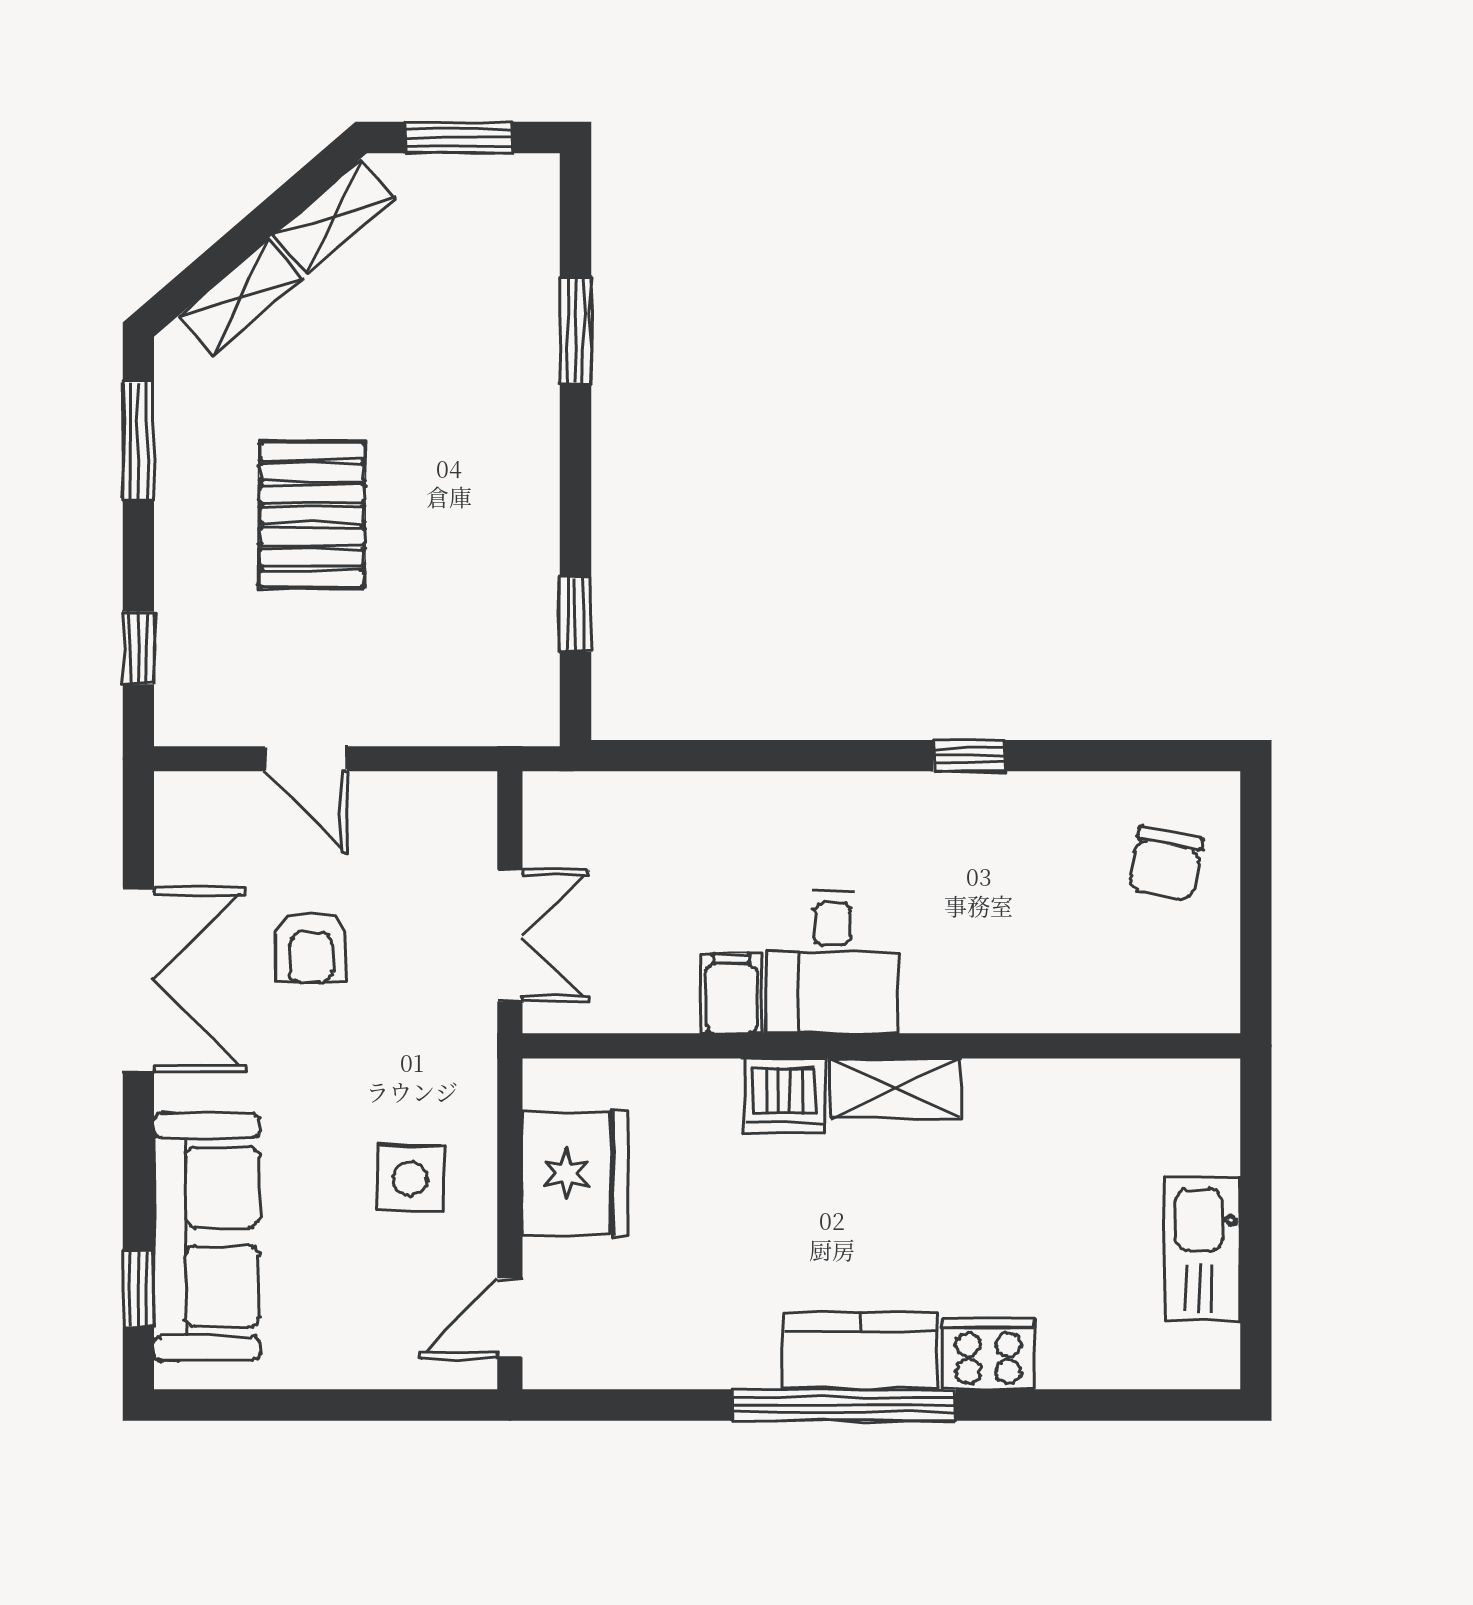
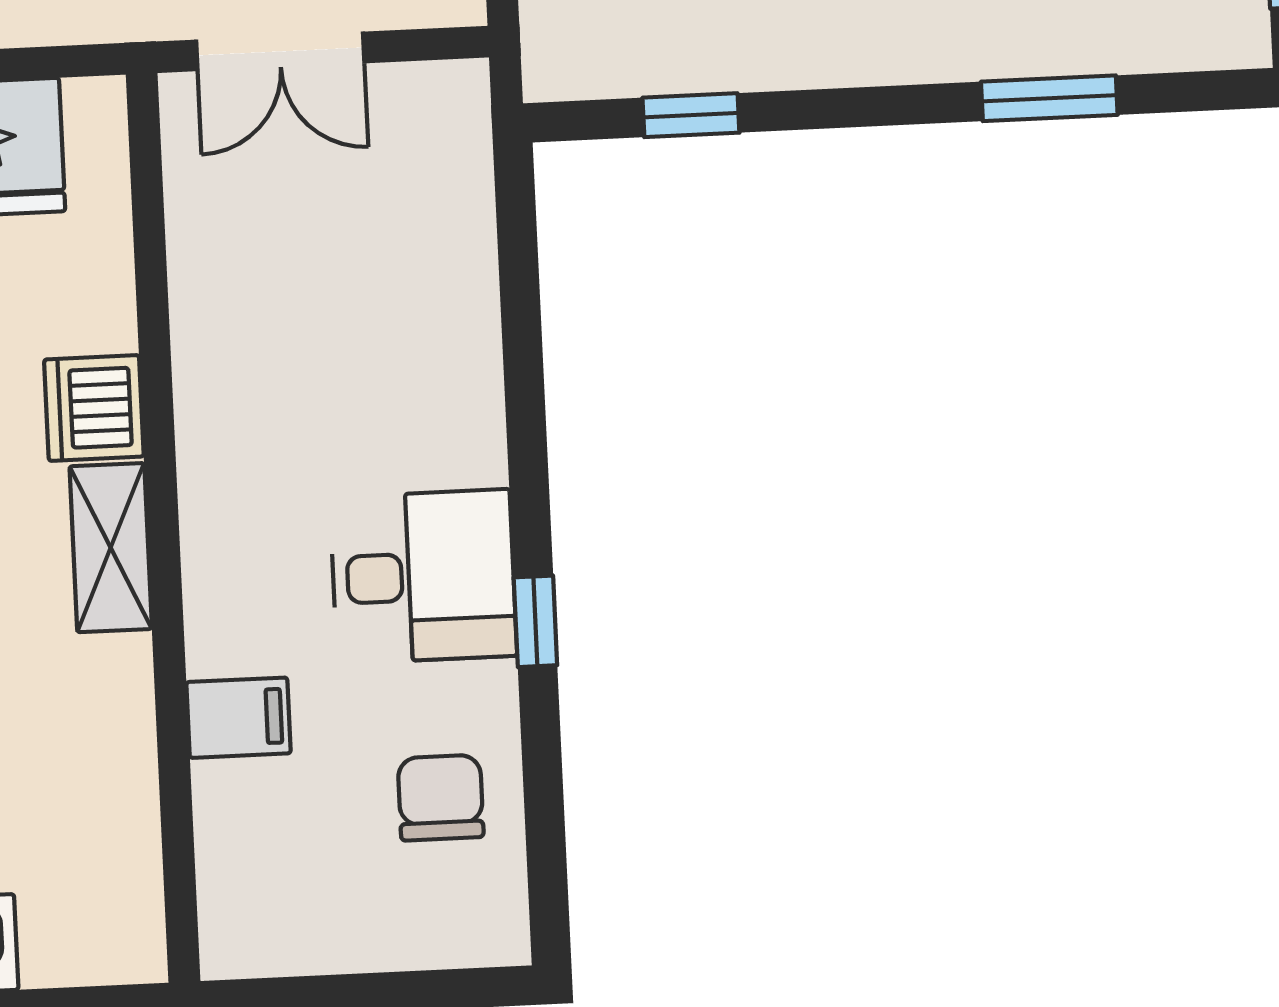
chair: (1166, 864) -> (441, 798), moved, turned 79
desk: (832, 962) -> (423, 576), moved, turned 180
filing cabinet: (731, 993) -> (238, 718), moved

